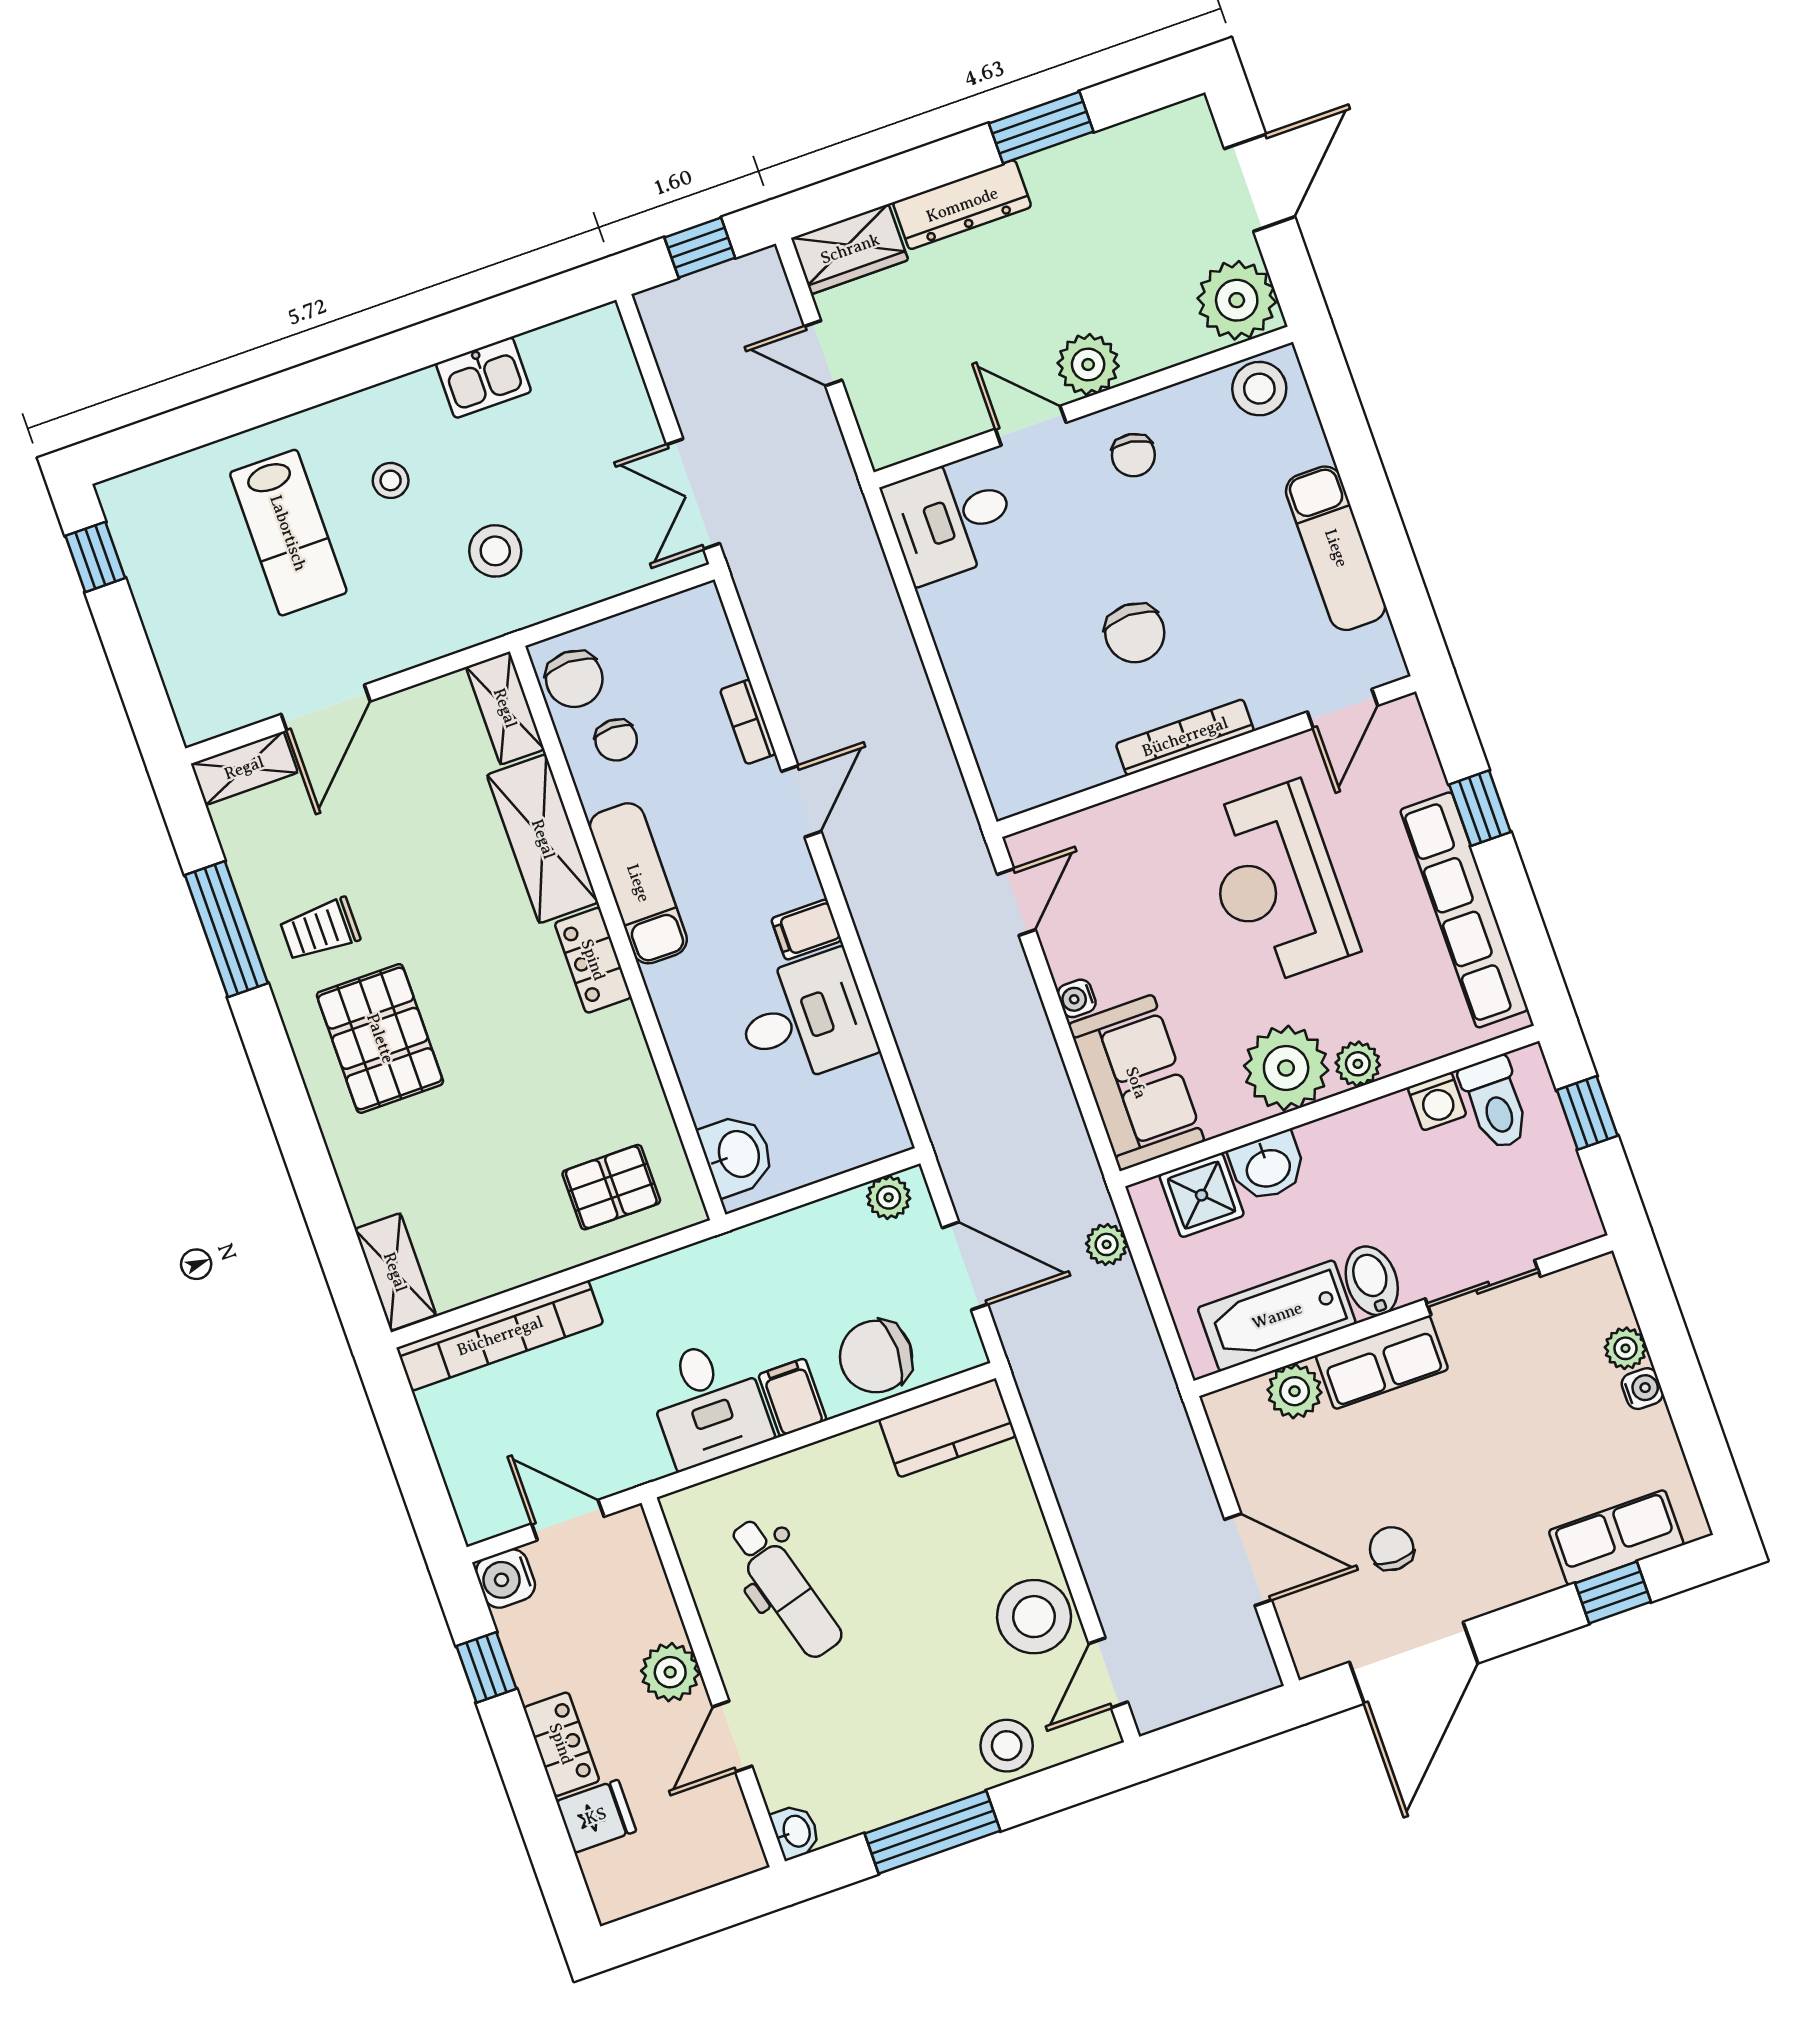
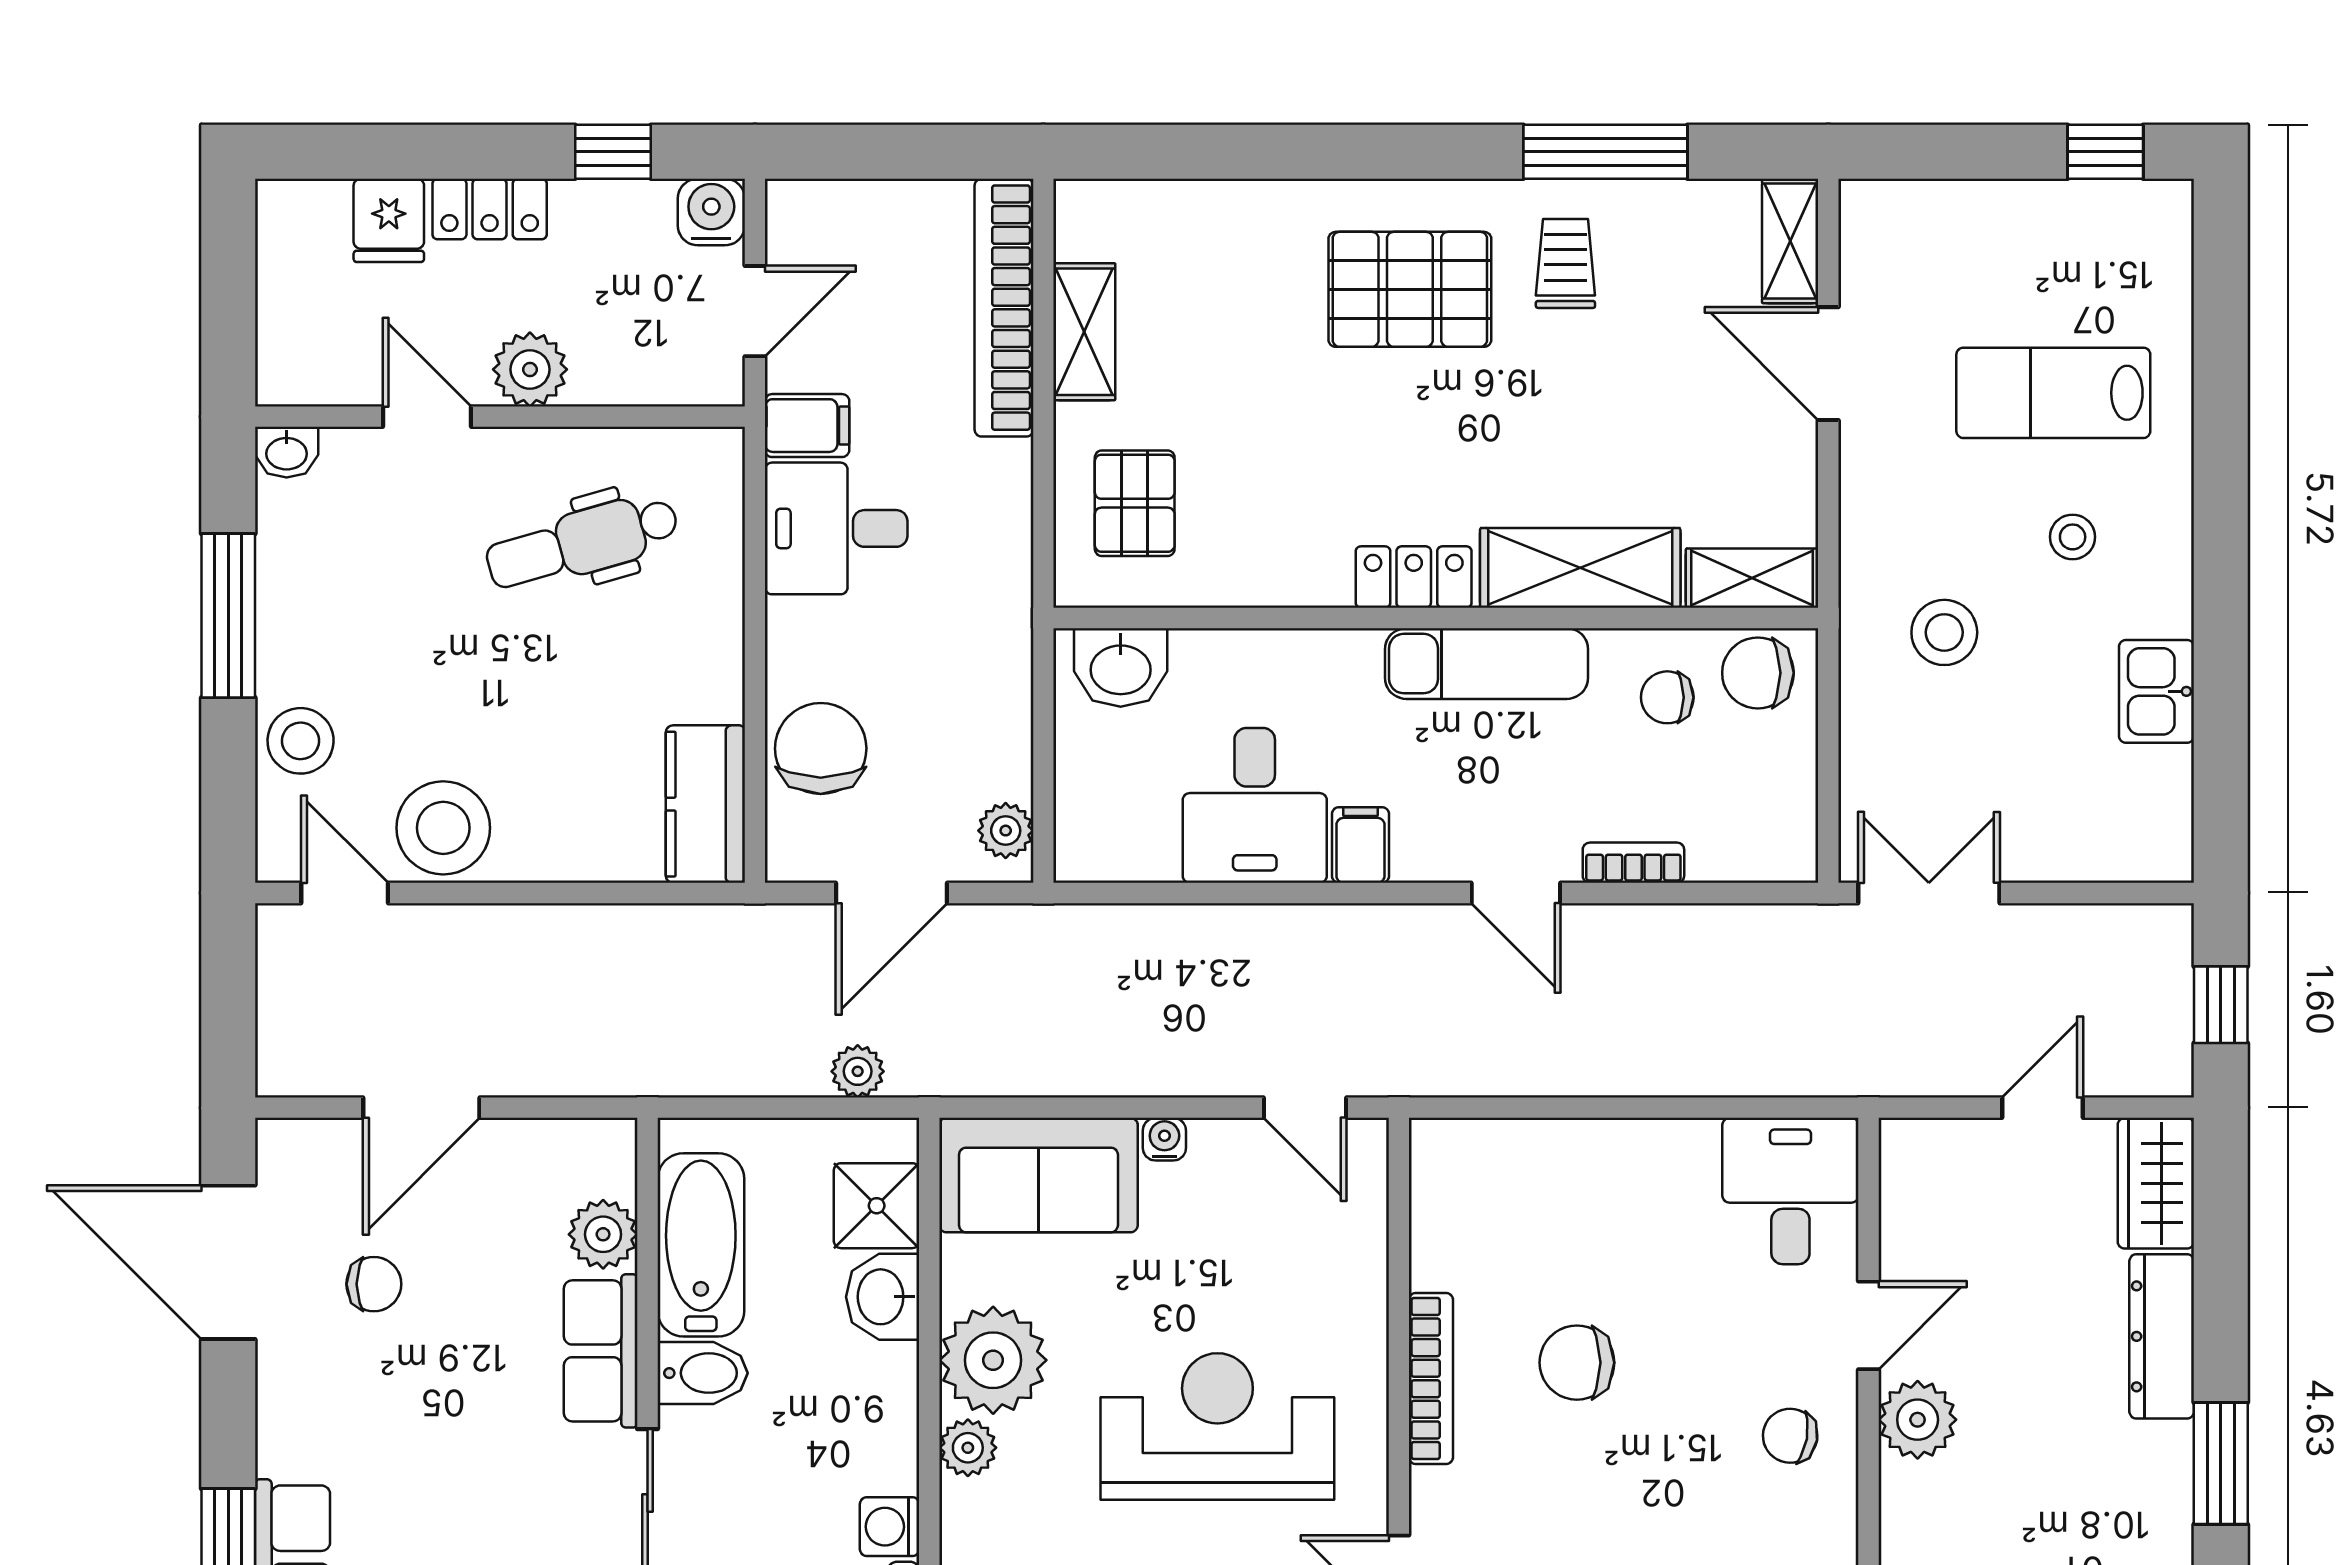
shelving: (395, 1272) -> (1084, 332), moved, turned 90
filing cabinet: (792, 1397) -> (807, 426), moved

